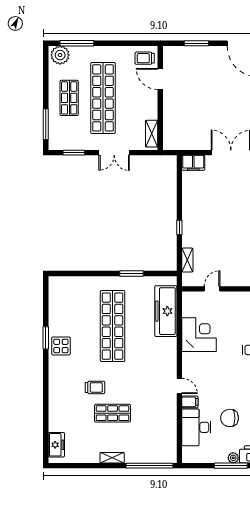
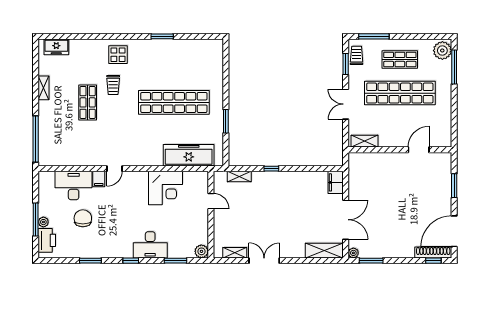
trolley: (145, 58) -> (357, 55), moved
display table: (61, 346) -> (118, 55), moved
shelving: (112, 458) -> (43, 88), moved

